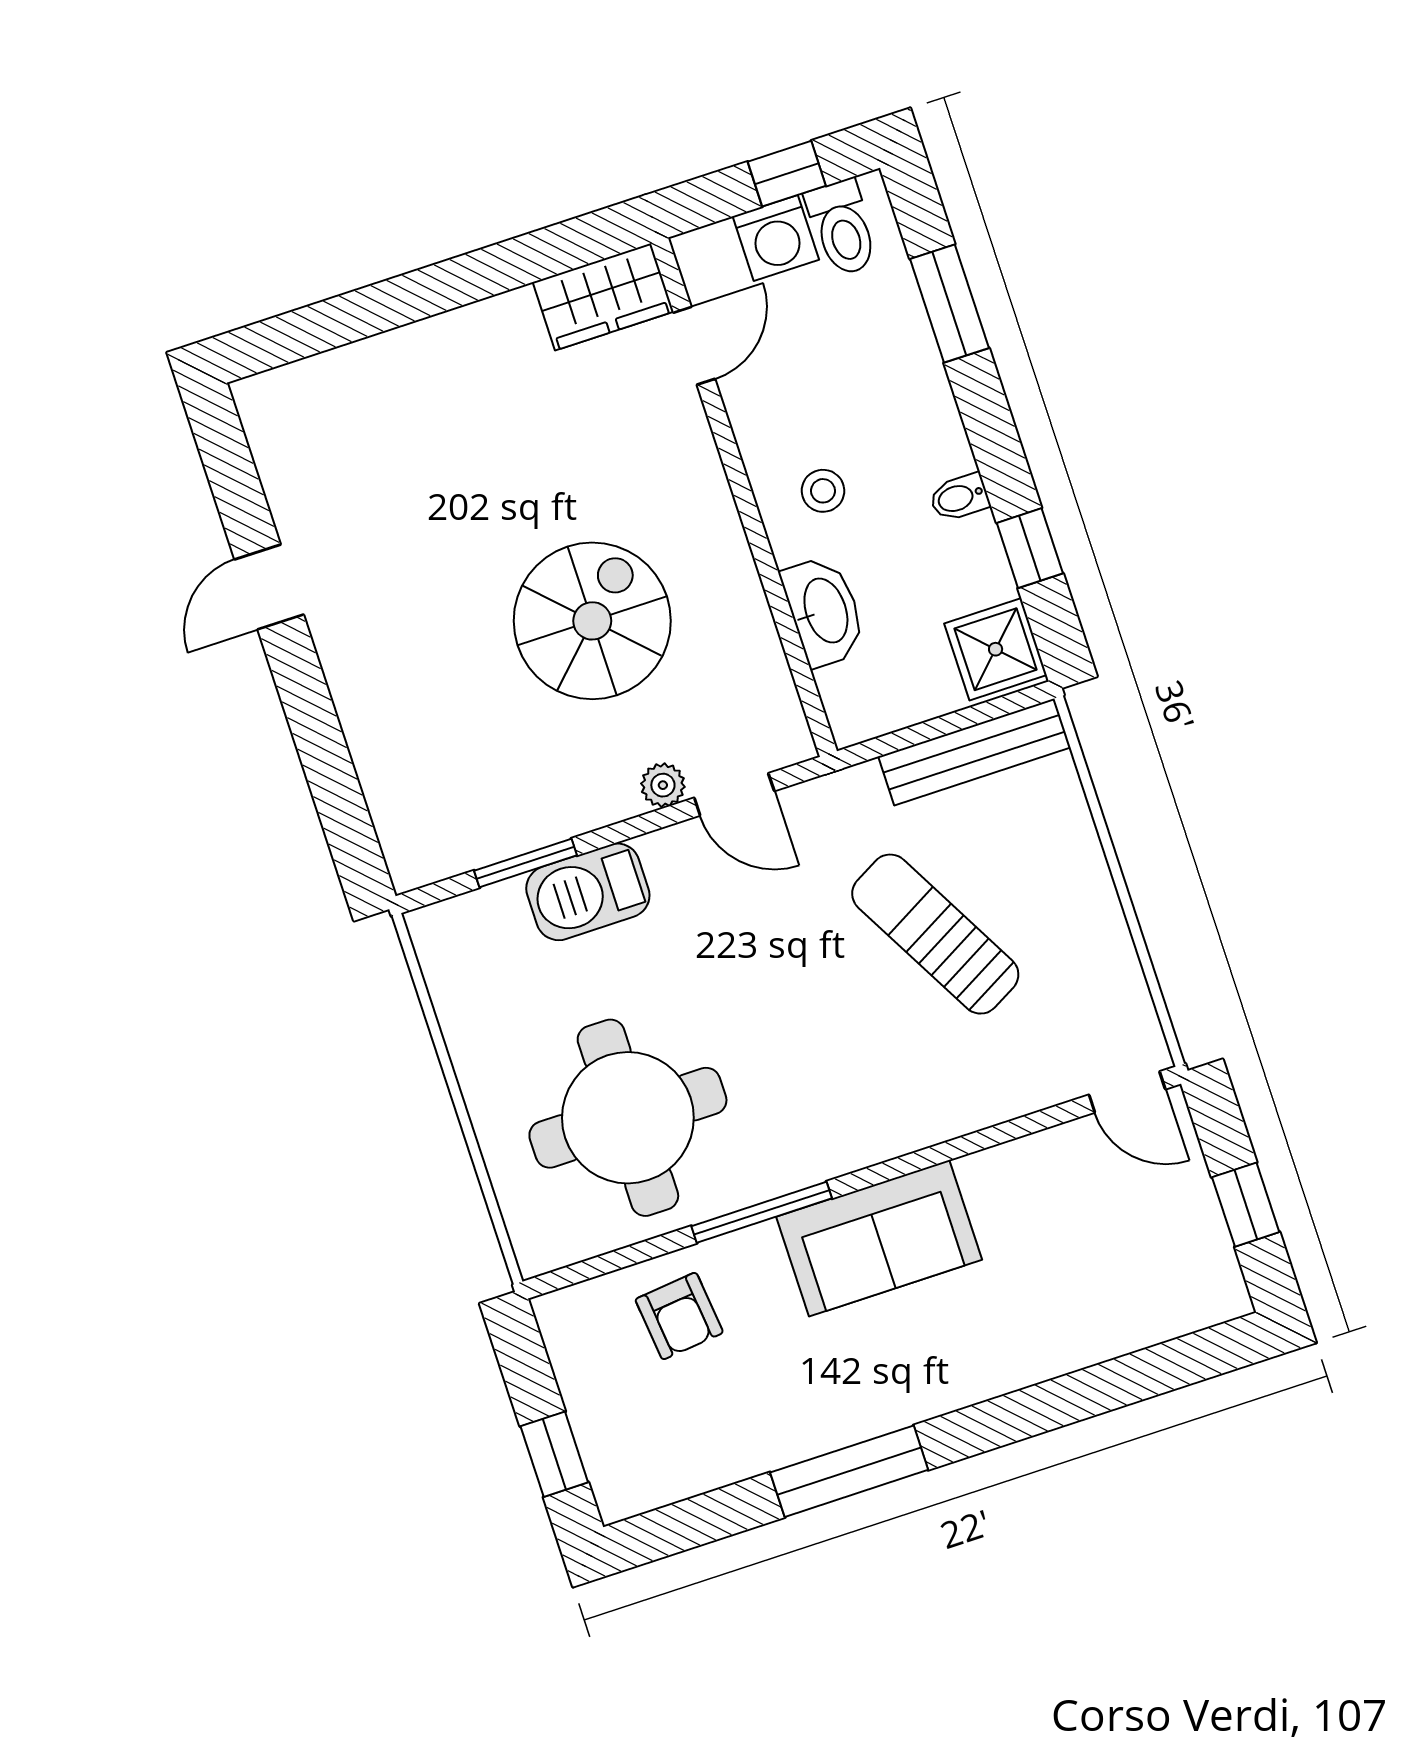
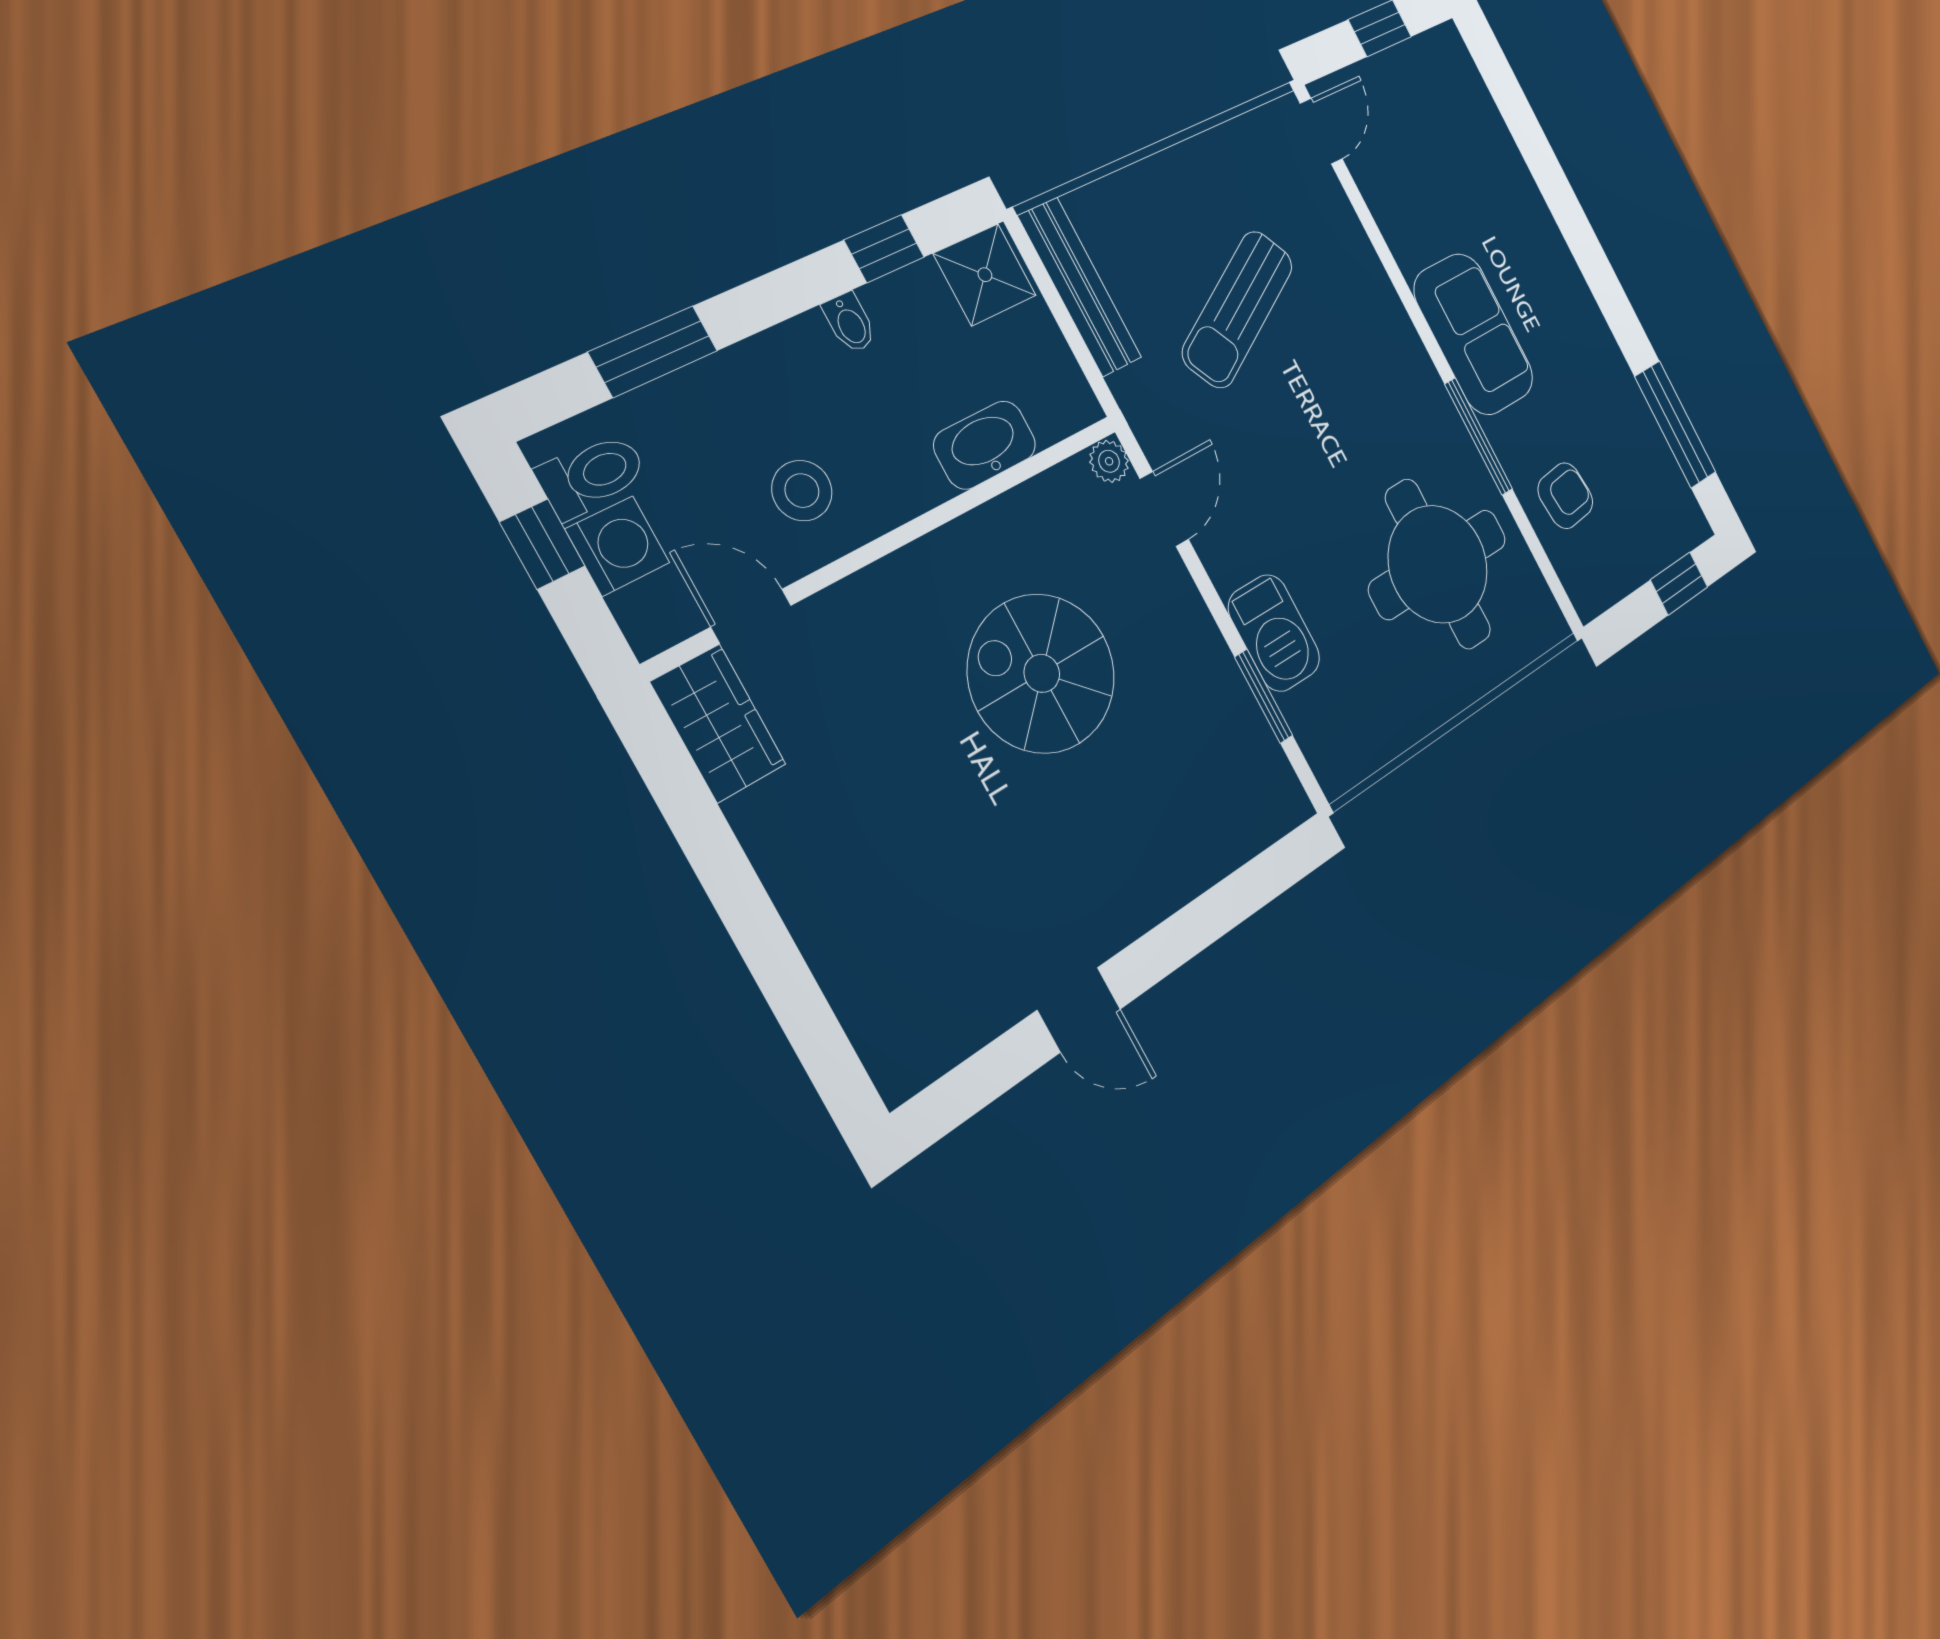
stool: (823, 491) -> (802, 491), moved, width x1.37, depth x1.37
plant: (663, 785) -> (1109, 461), moved
window: (849, 1471) -> (1675, 424), moved

